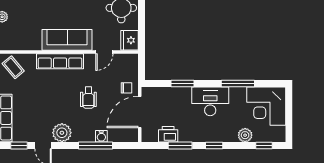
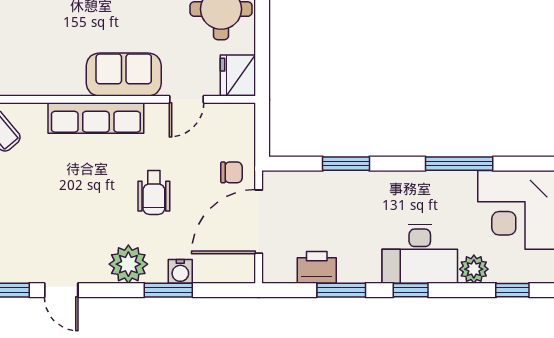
sofa: (67, 40) -> (124, 74), width x0.73
desk: (210, 101) -> (420, 254), moved, turned 180
plant: (62, 133) -> (128, 264), moved
window: (95, 145) -> (168, 290), width x0.69

